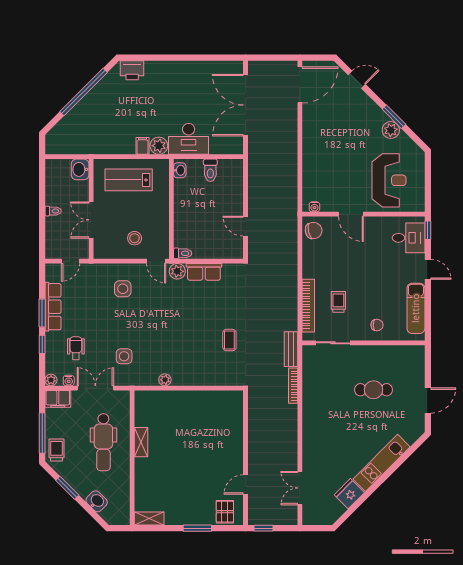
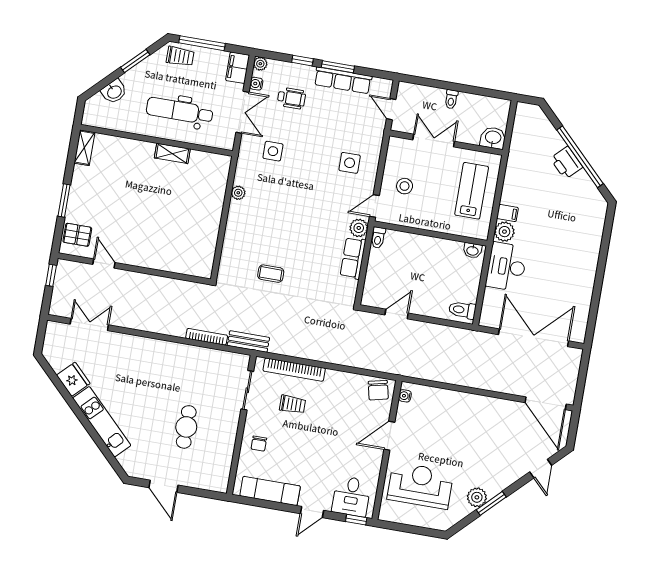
printer: (132, 70) -> (566, 163), moved, turned -45
toilet: (210, 170) -> (462, 310), moved
reception desk: (389, 180) -> (420, 485), turned 180

